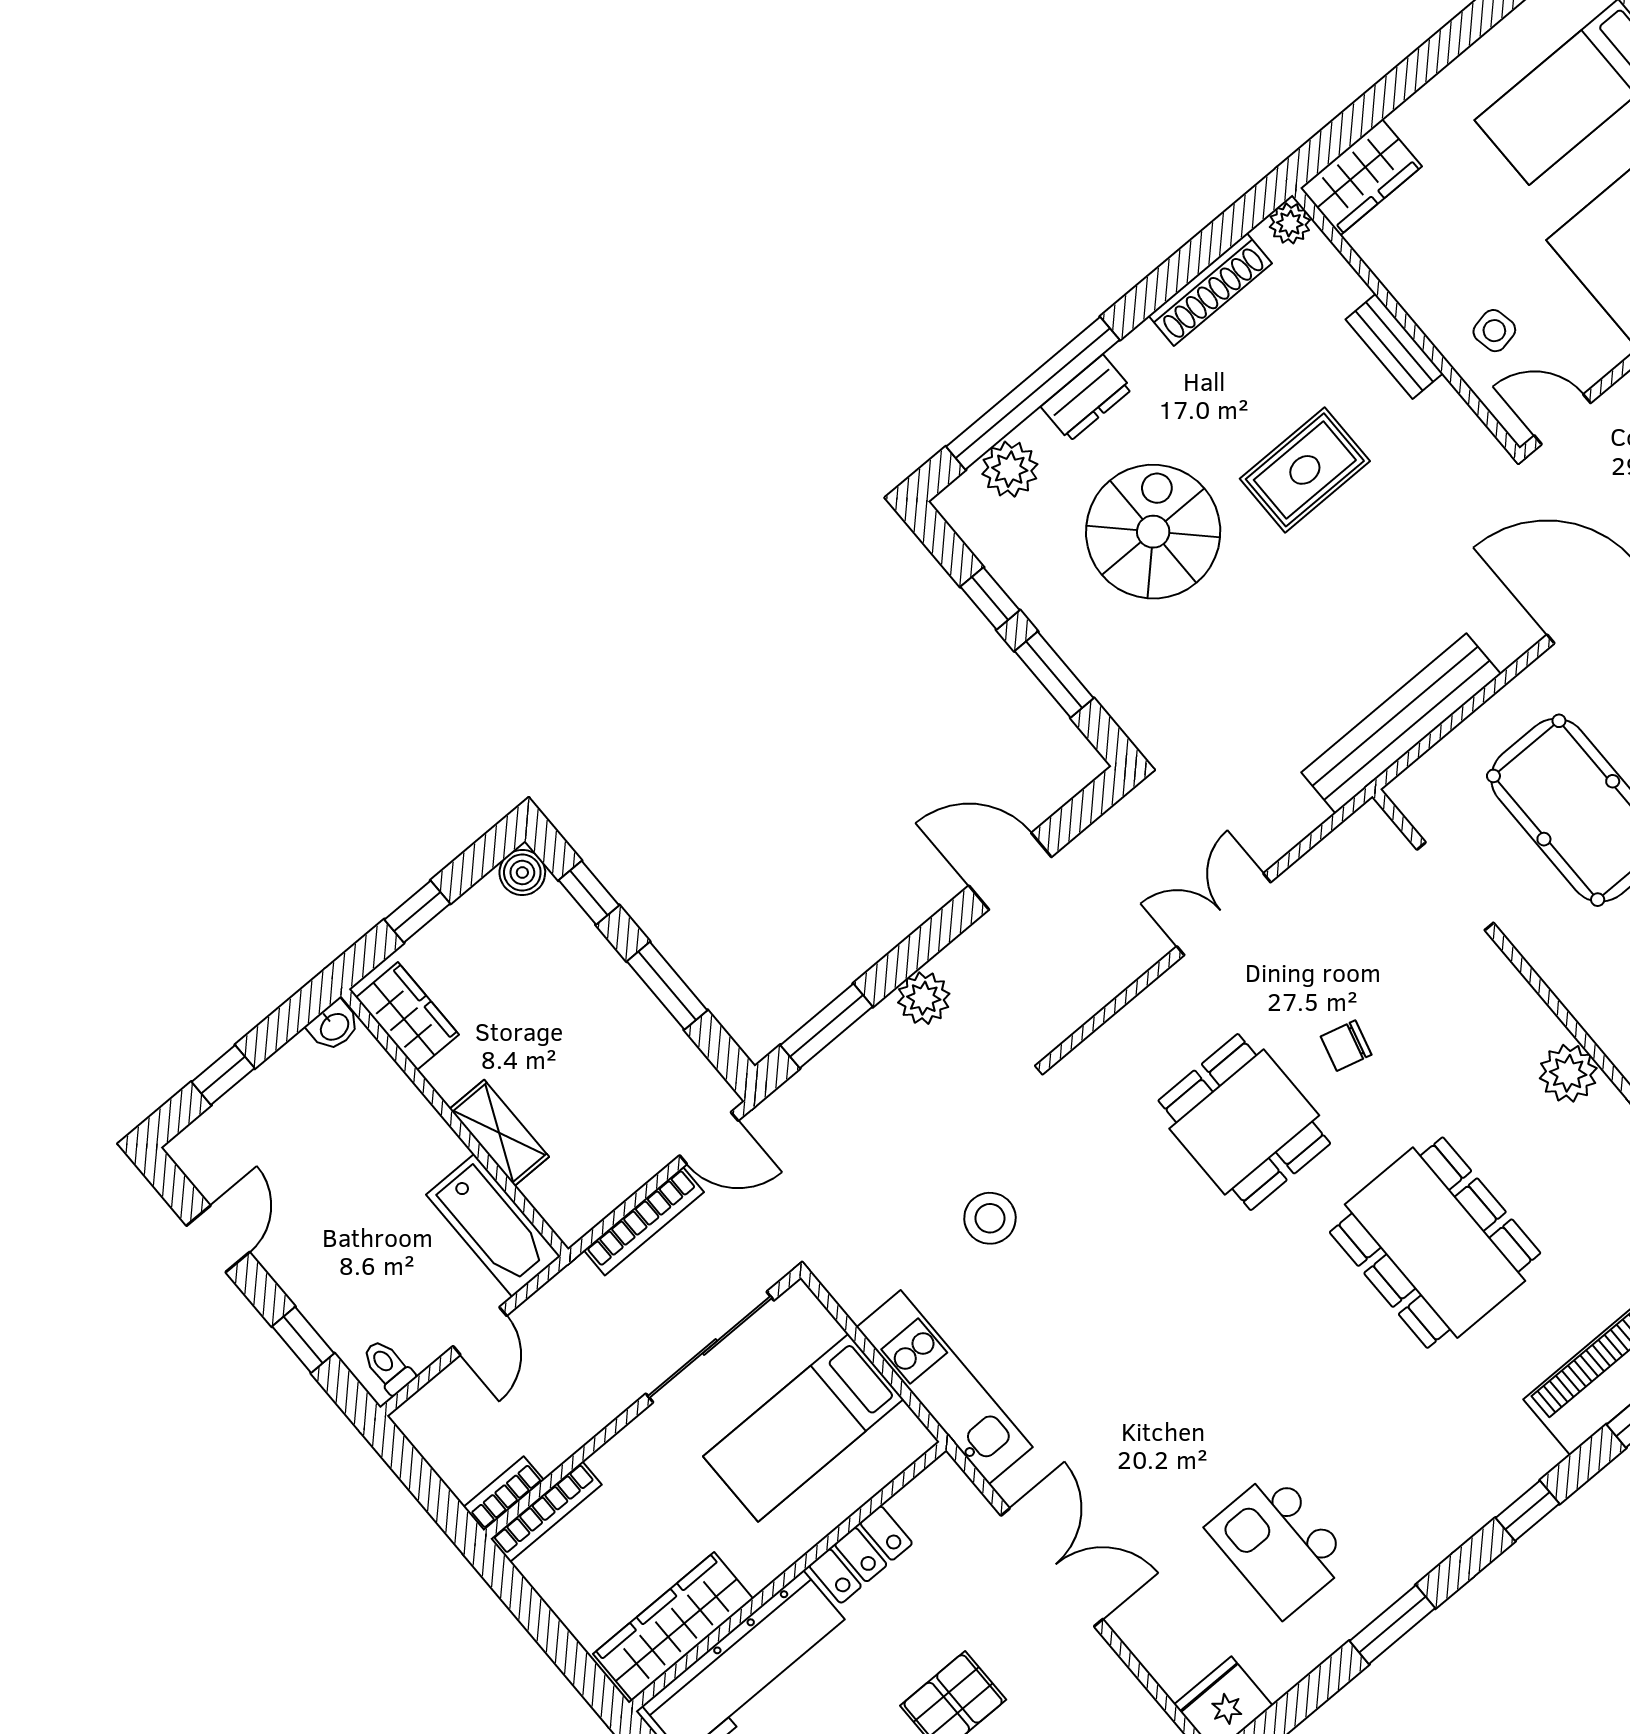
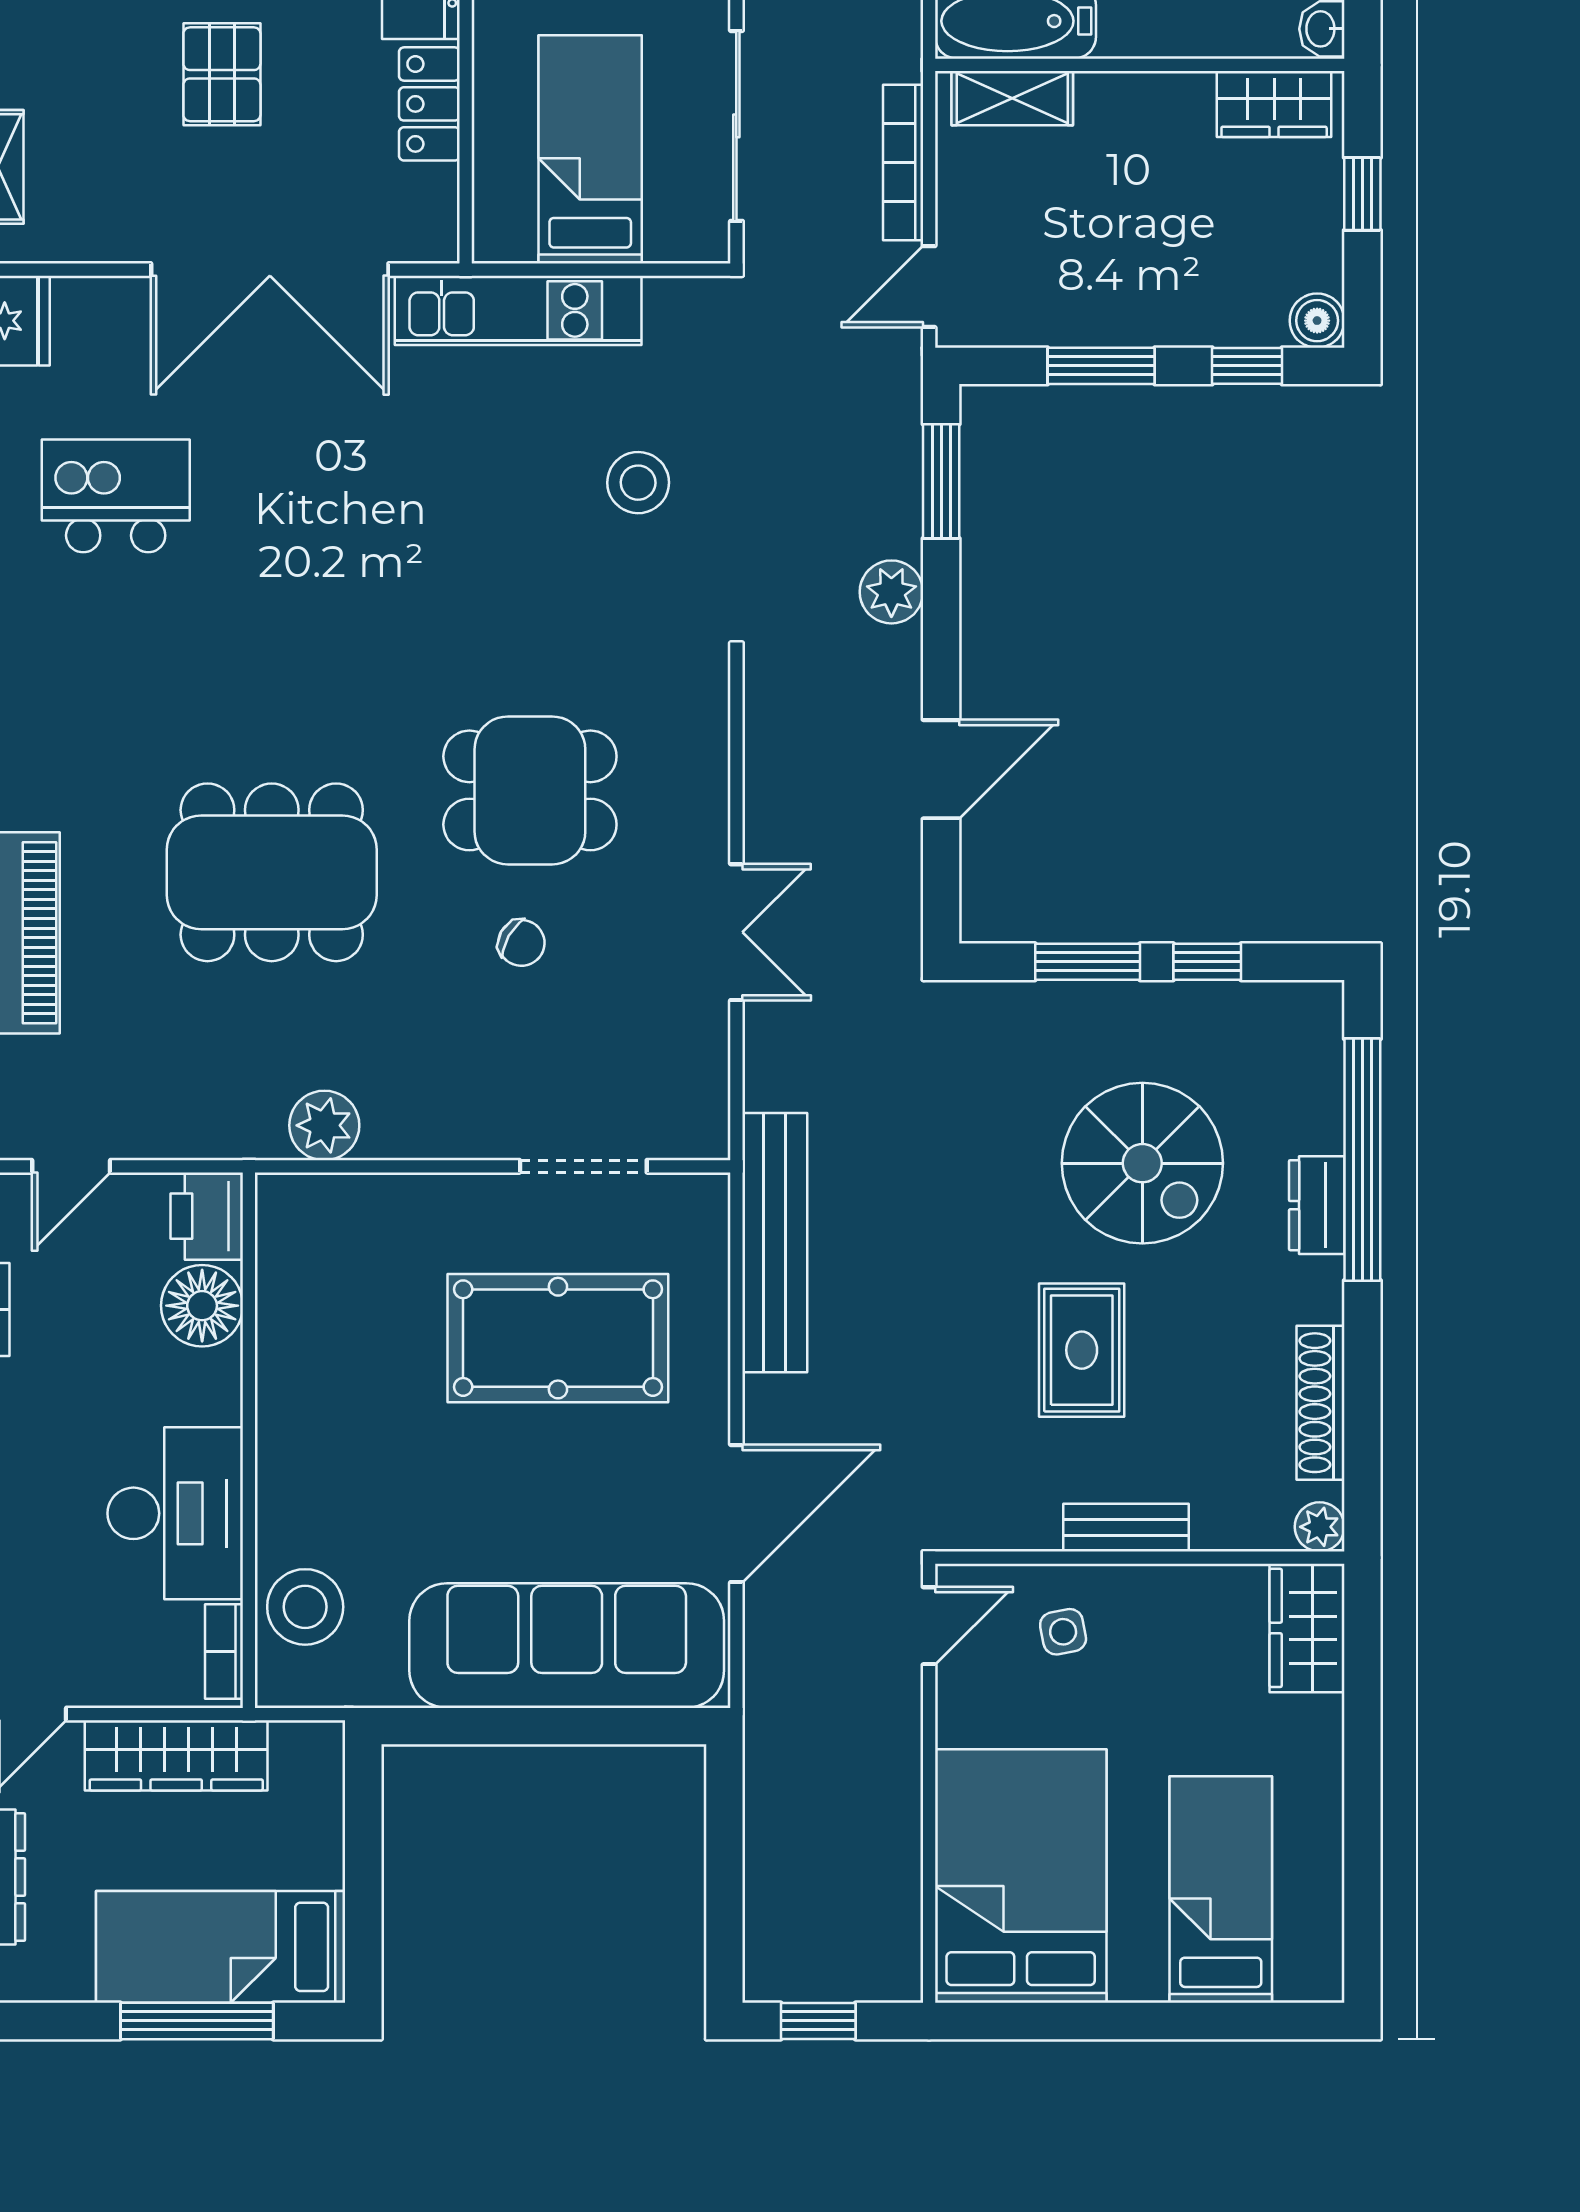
plant: (1010, 469) -> (1311, 1080), removed
chair: (1346, 1046) -> (521, 943), turned 105
shelving: (499, 1133) -> (1012, 98), moved
double door: (1052, 1567) -> (270, 270), width x1.36

